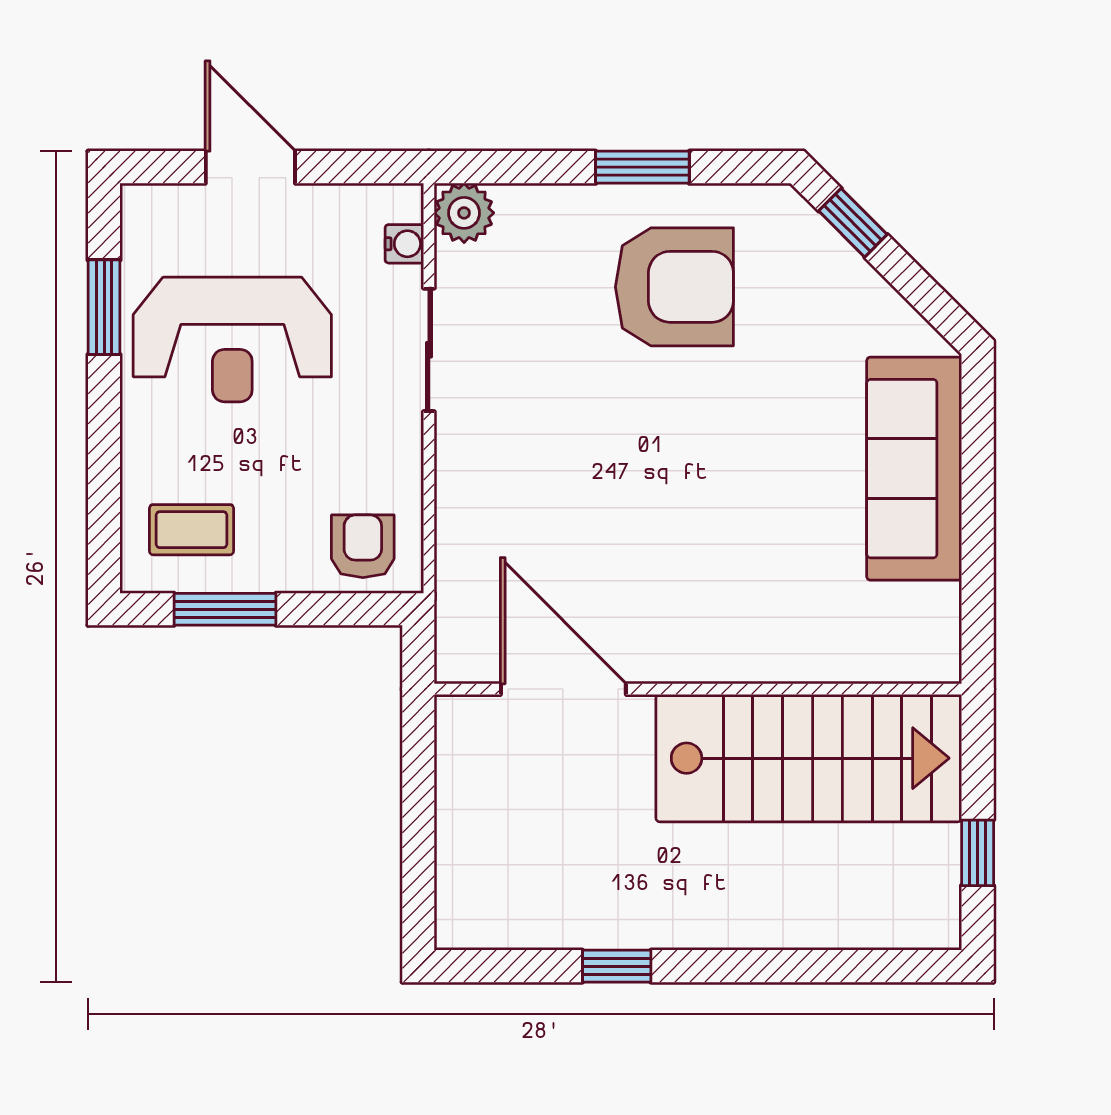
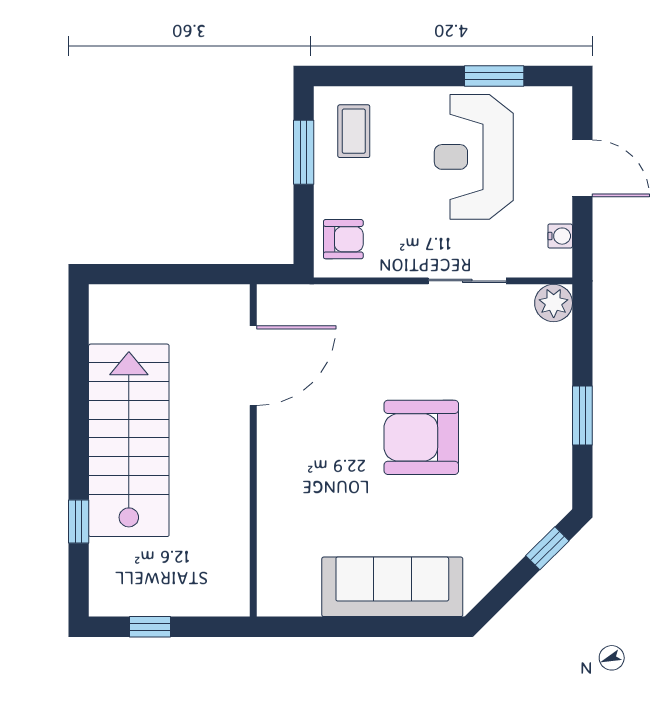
door: (250, 167) -> (582, 168), hinge flipped
water cooler: (404, 244) -> (560, 236), moved, turned -90
armchair: (674, 287) -> (421, 437), moved, turned 90
stairs: (809, 758) -> (129, 440), moved, turned 180
window: (617, 966) -> (79, 521), moved

